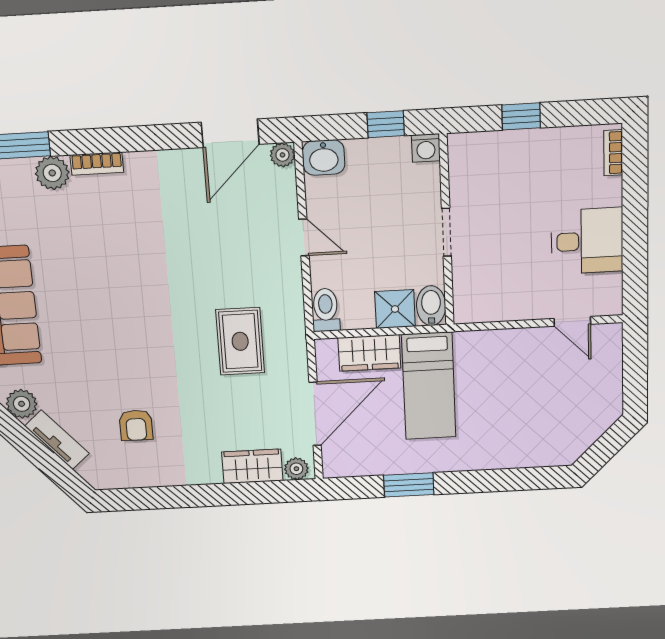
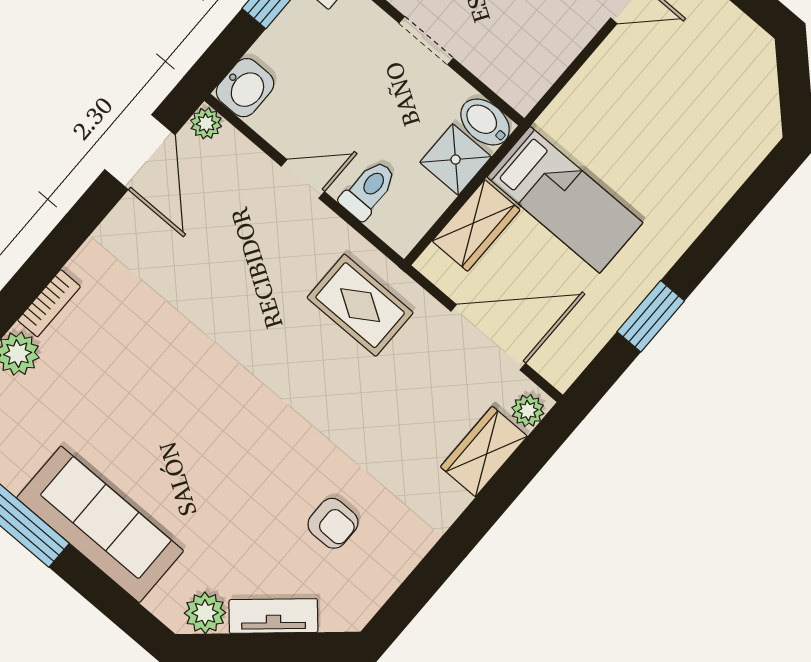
toilet: (326, 310) -> (368, 190), moved, turned 90
rug: (240, 341) -> (360, 305), moved
door: (315, 414) -> (488, 337), hinge flipped

